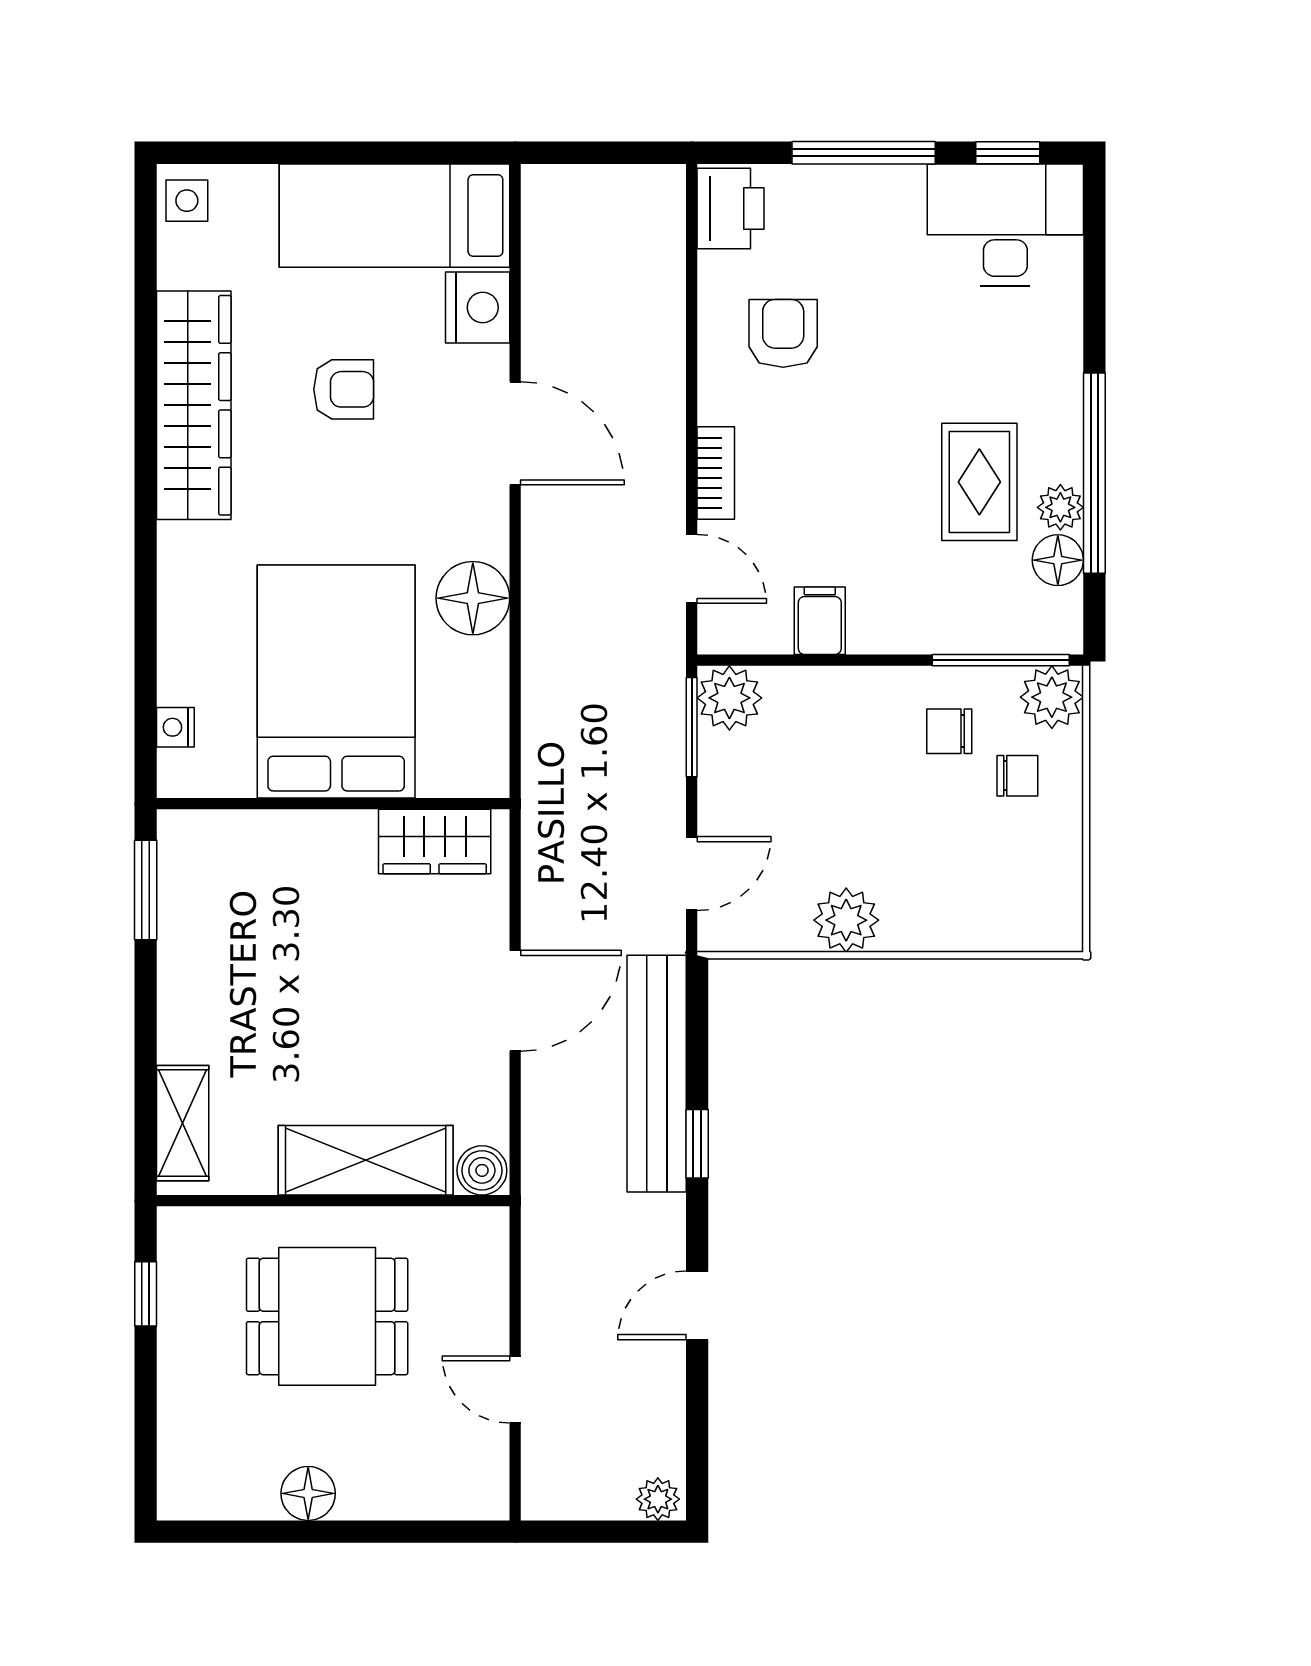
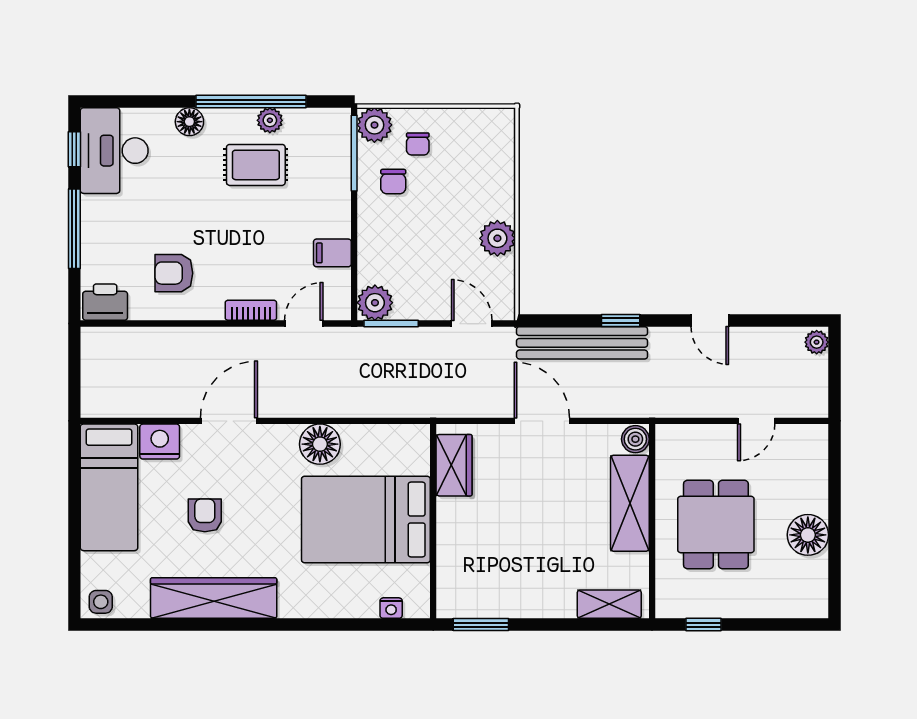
floor lamp: (1058, 560) -> (189, 122), moved
chair: (1017, 776) -> (418, 144), turned 180
floor lamp: (308, 1493) -> (808, 535), width x1.38, depth x1.38

